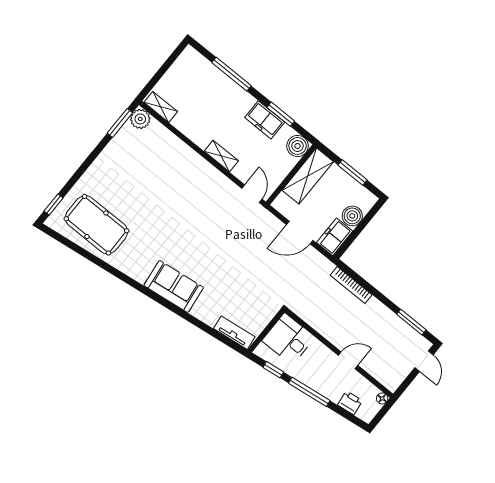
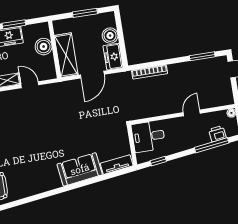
boiler: (298, 146) -> (44, 47), moved
shelving: (308, 176) -> (66, 55), moved
door: (252, 194) -> (30, 85), moved
sofa: (174, 286) -> (80, 169), moved
window: (309, 392) -> (212, 145), moved

